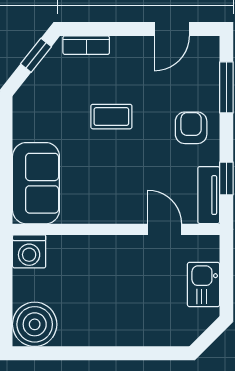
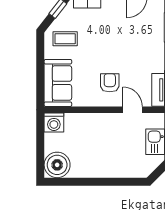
coffee table: (111, 117) -> (65, 39), moved
armchair: (191, 128) -> (110, 83), moved

